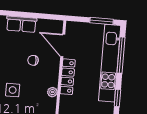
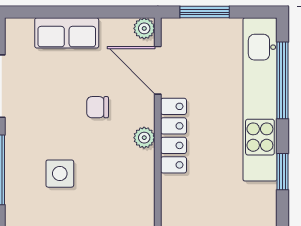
window: (102, 21) -> (205, 12), moved
plant: (58, 25) -> (144, 28), added
plant: (52, 92) -> (144, 138), moved

